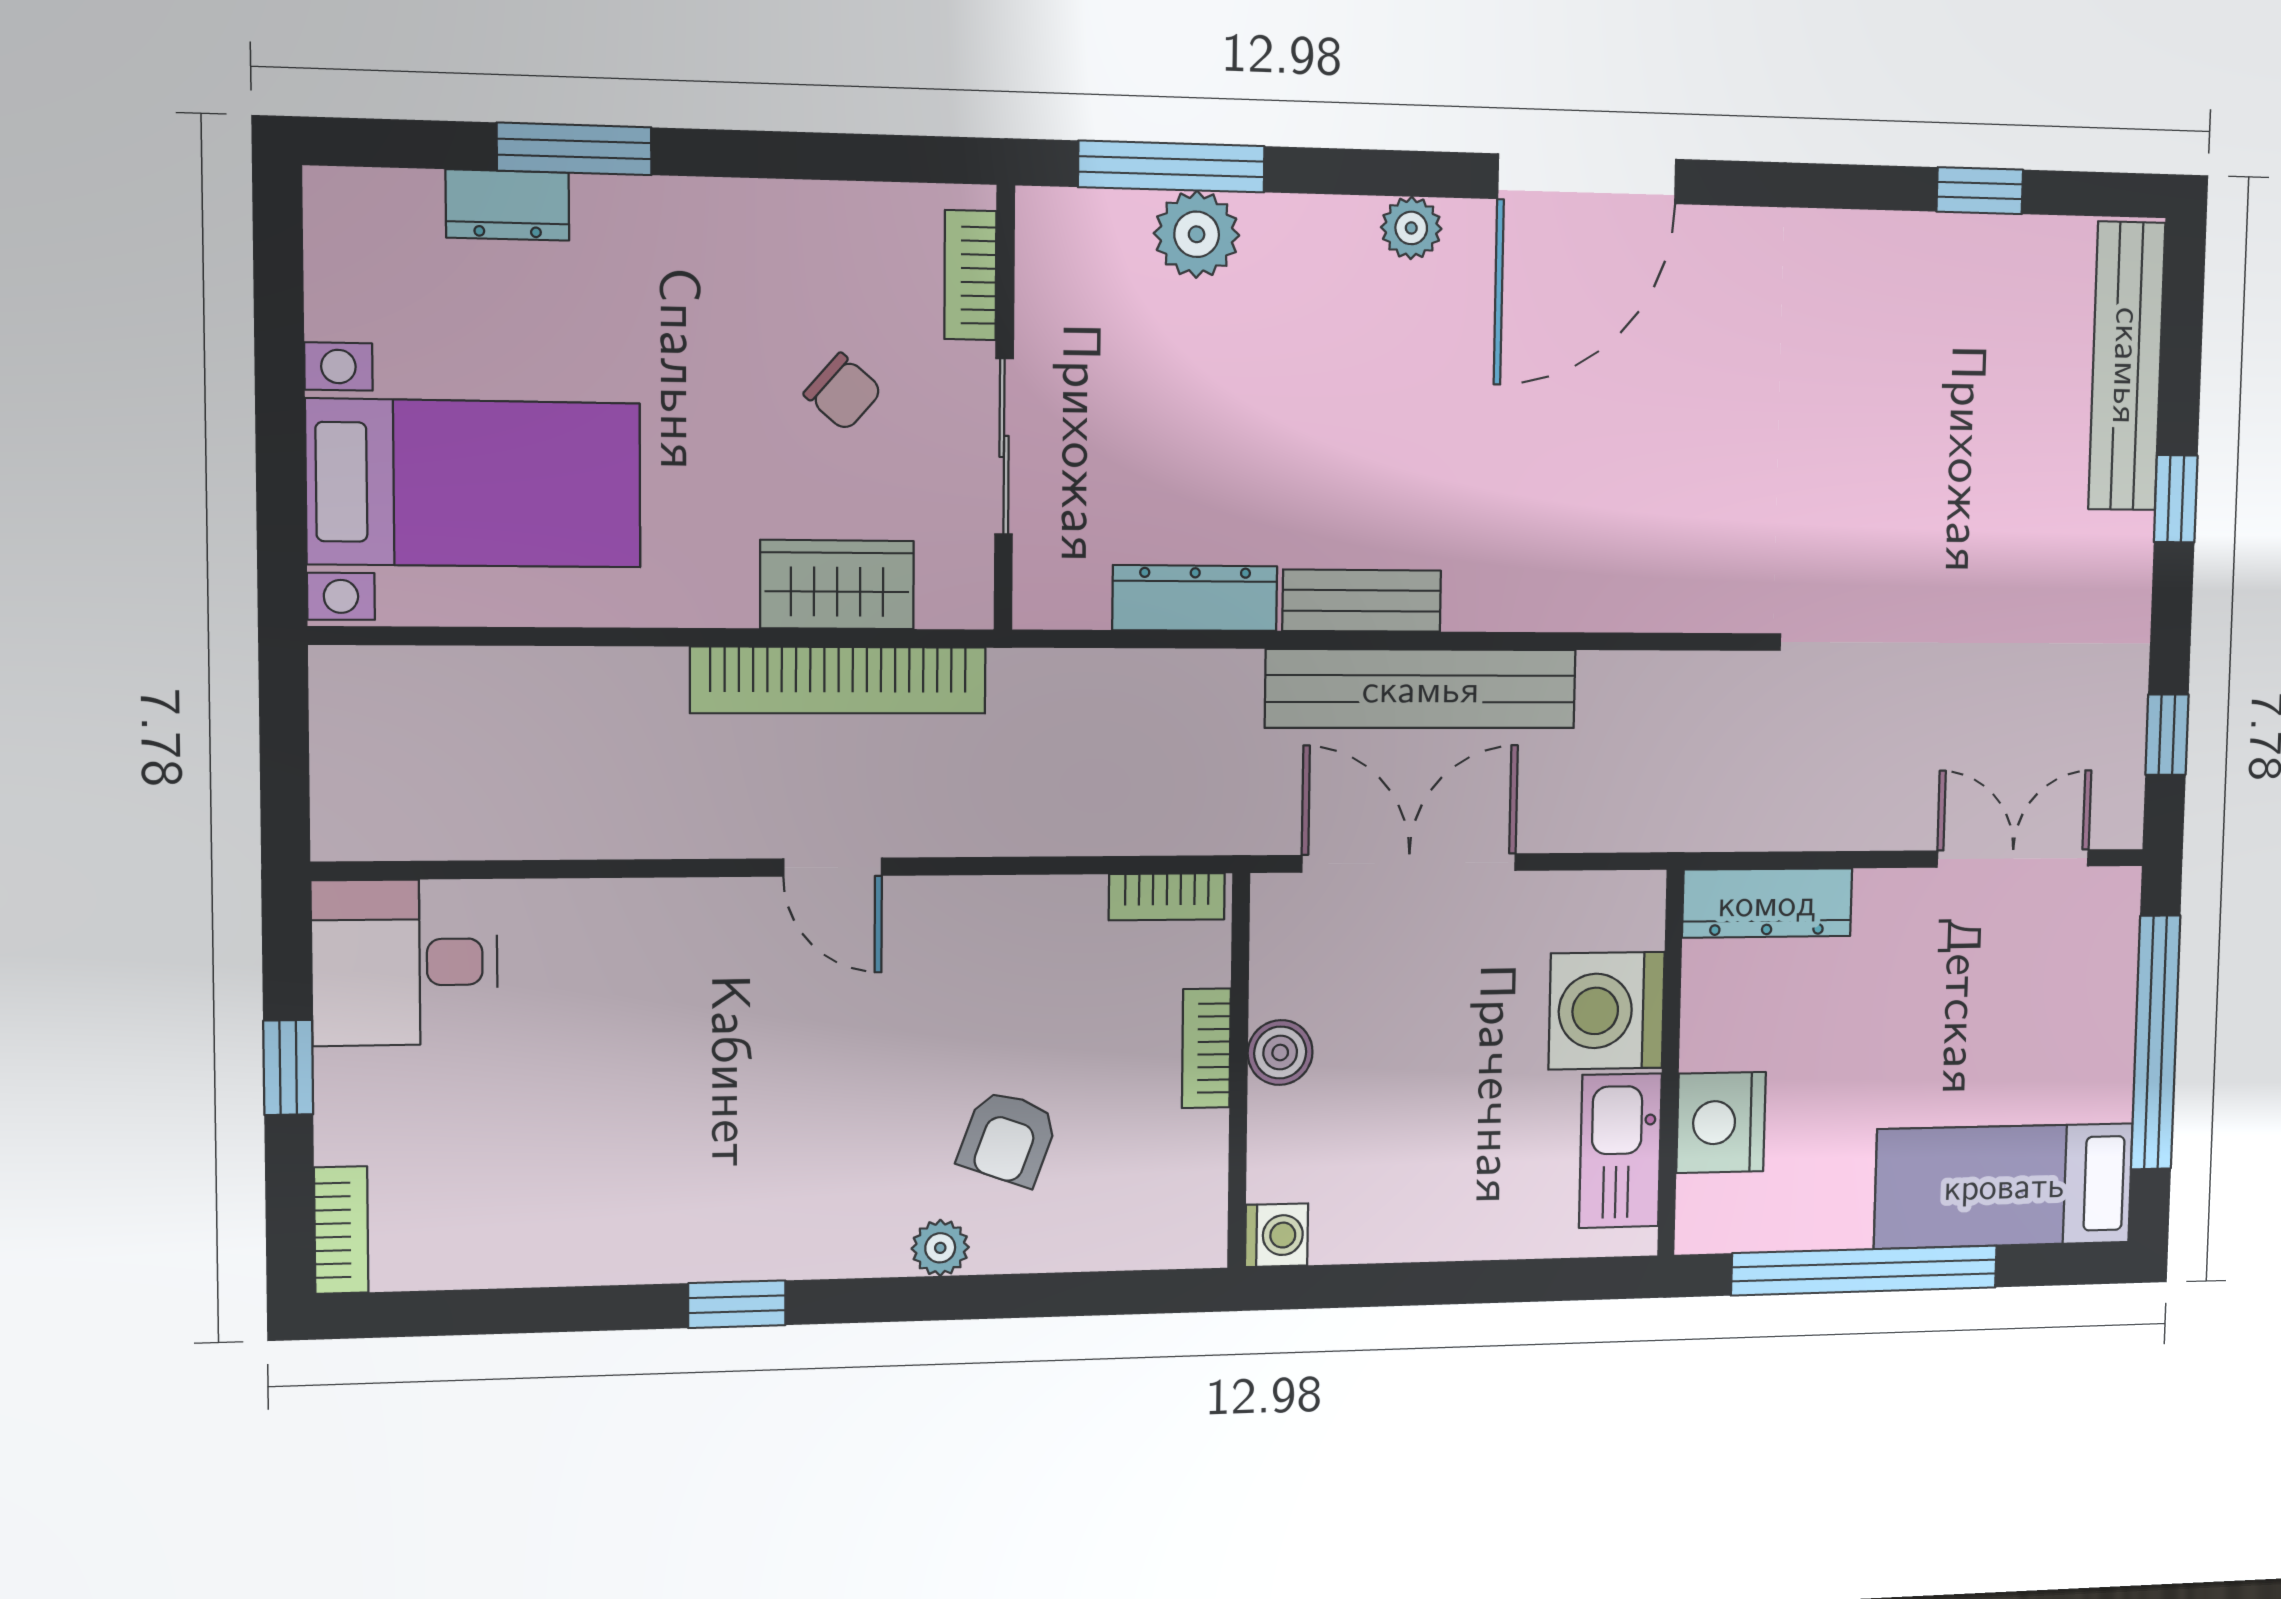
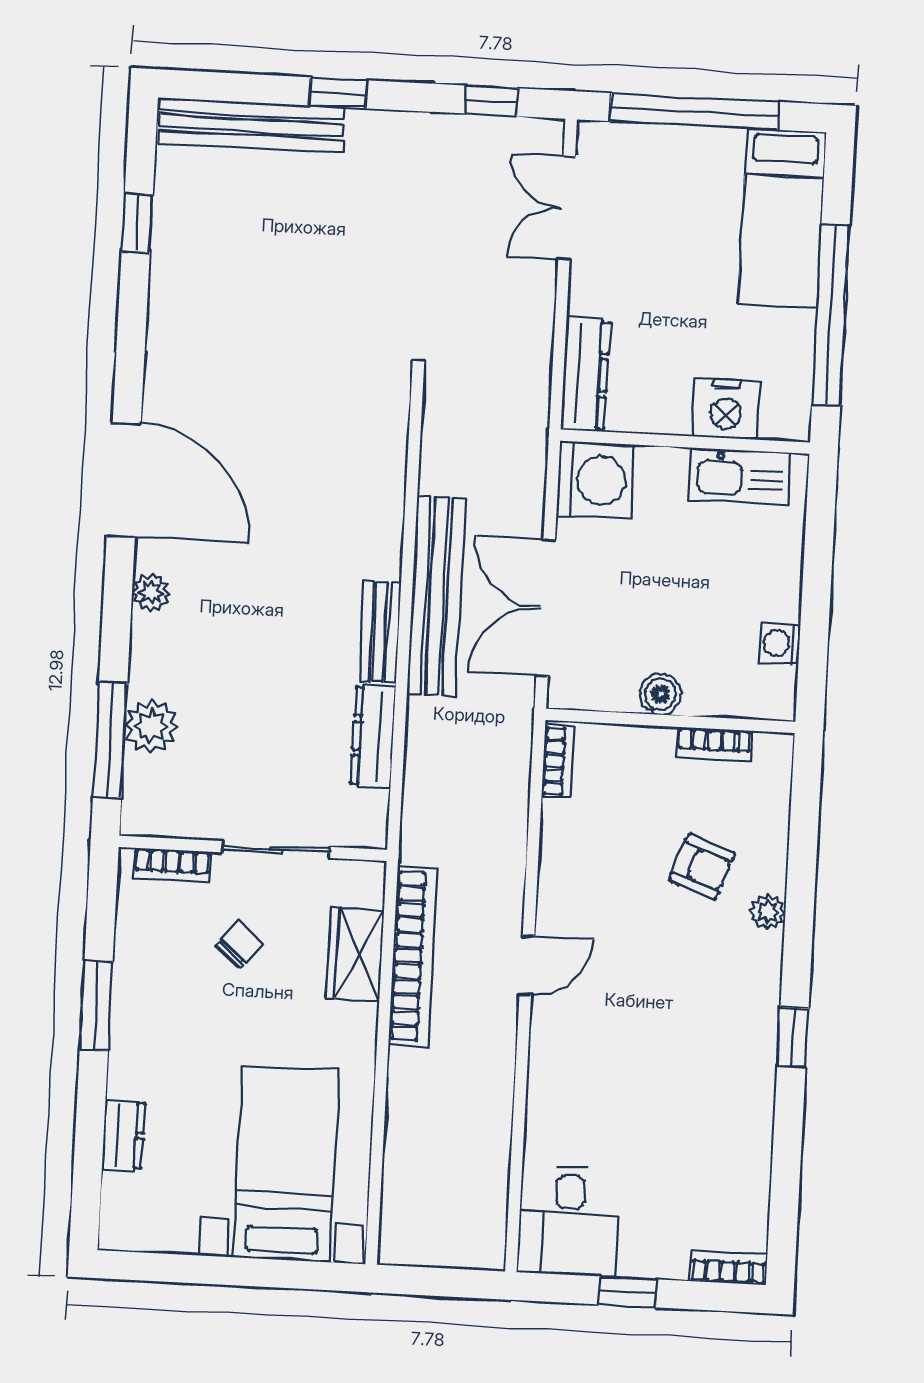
window: (574, 149) -> (96, 1006), moved
washing machine: (1607, 1011) -> (595, 480), moved, turned -90
bookcase: (1206, 1048) -> (714, 744), moved
washing machine: (1277, 1235) -> (780, 643), moved, turned -90

